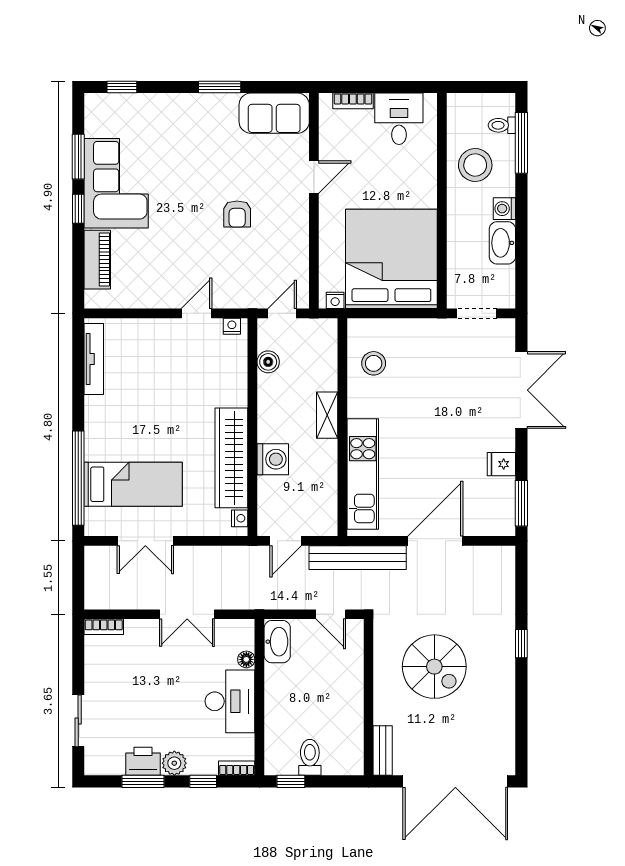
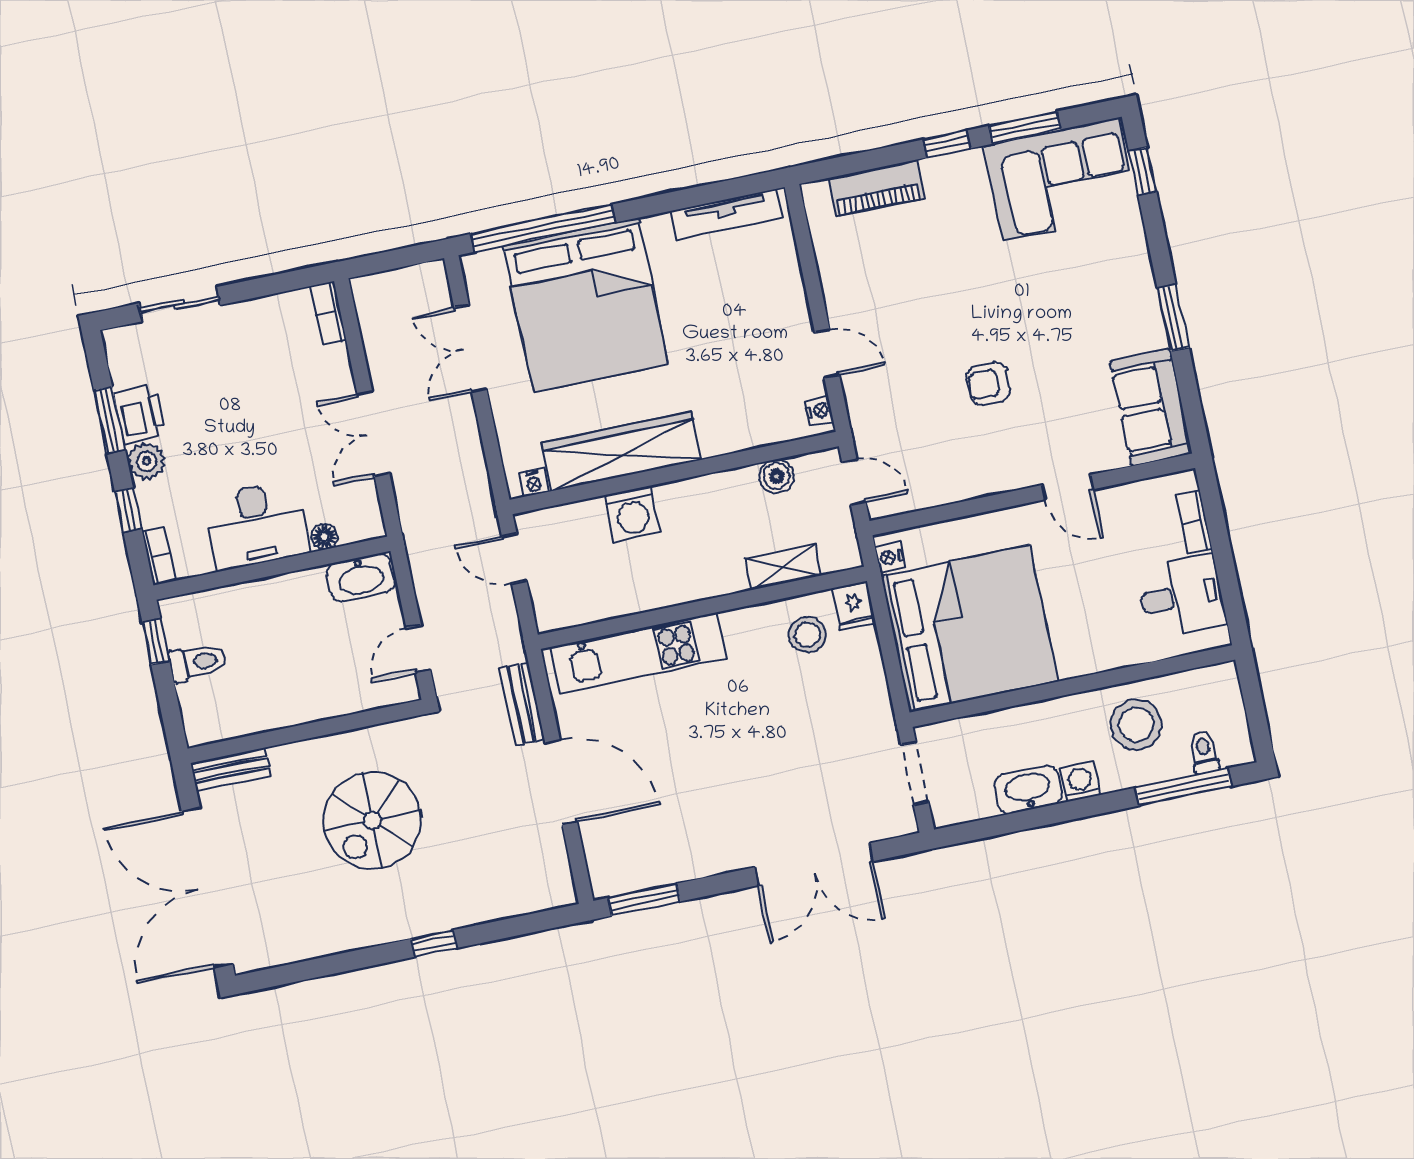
corner sofa: (116, 183) -> (1061, 179), moved
shelving: (327, 415) -> (784, 567), moved
fridge: (501, 464) -> (854, 606), moved, turned 180
bed: (133, 484) -> (586, 305), width x2.04
bench: (358, 558) -> (522, 704), width x0.54, depth x0.82

